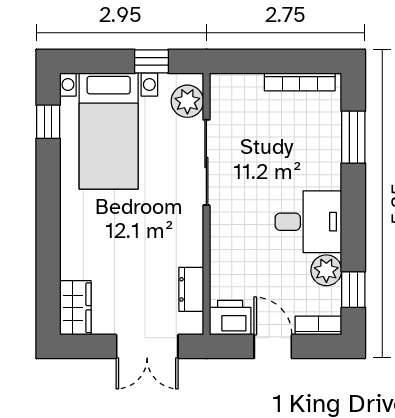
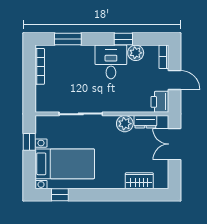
plant: (187, 101) -> (125, 124), moved
window: (353, 290) -> (123, 39), moved
wardrobe: (75, 308) -> (139, 181), moved
double door: (147, 346) -> (174, 144), swing flipped
door: (273, 346) -> (174, 80), swing flipped

